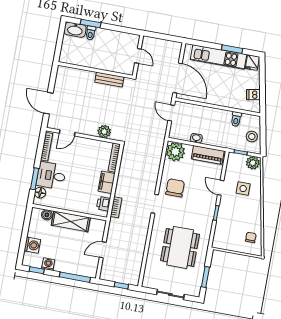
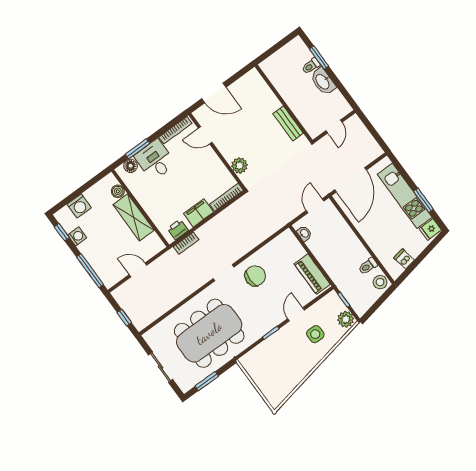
washbasin: (75, 30) -> (323, 81), moved
door: (48, 103) -> (214, 93), swing flipped
stool: (252, 136) -> (380, 282), moved
washbasin: (196, 138) -> (304, 233), moved
plant: (175, 152) -> (286, 244), removed
chair: (251, 237) -> (281, 384), removed
dining table: (180, 247) -> (209, 333), width x1.36, depth x1.24

